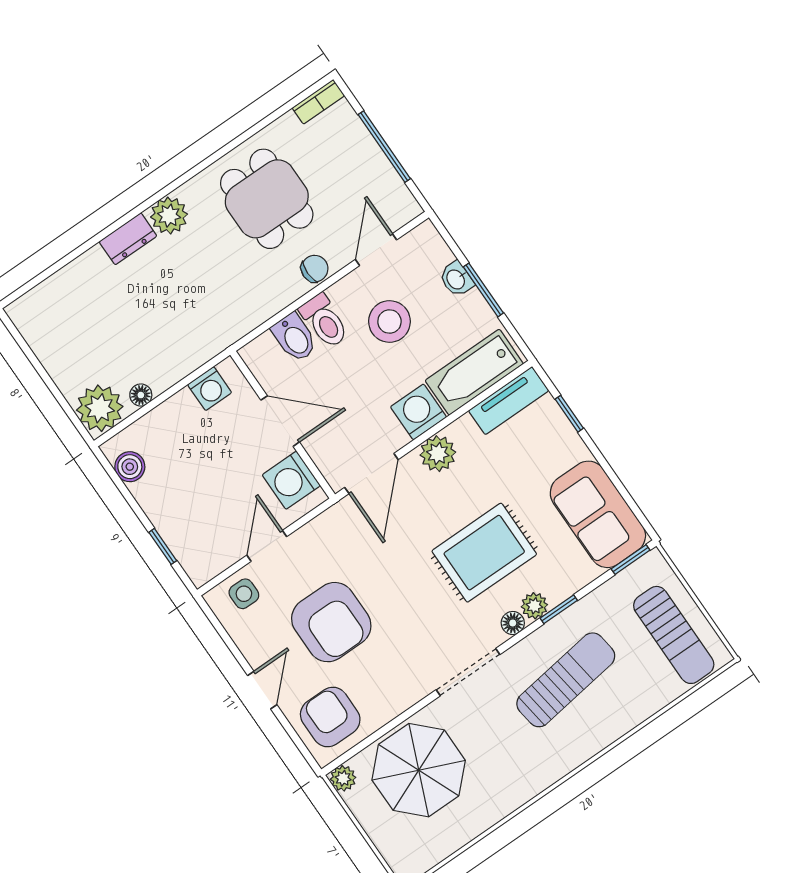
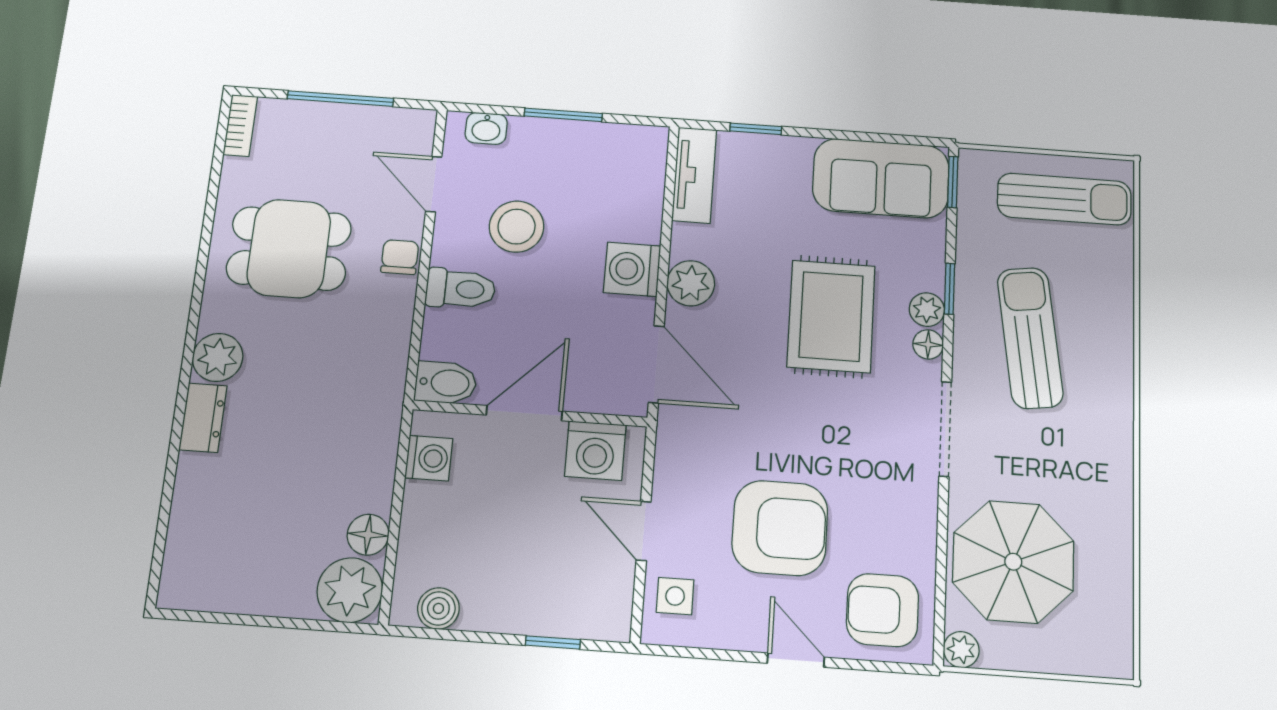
washbasin: (456, 279) -> (486, 128), moved
bidet: (295, 338) -> (446, 383), moved
bathtub: (474, 372) -> (638, 185), removed
floor lamp: (141, 395) -> (368, 535), width x1.37, depth x1.37

